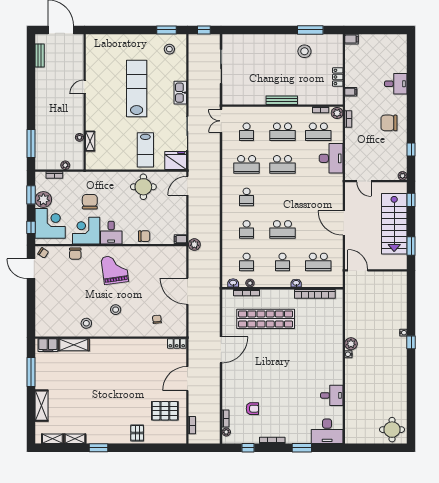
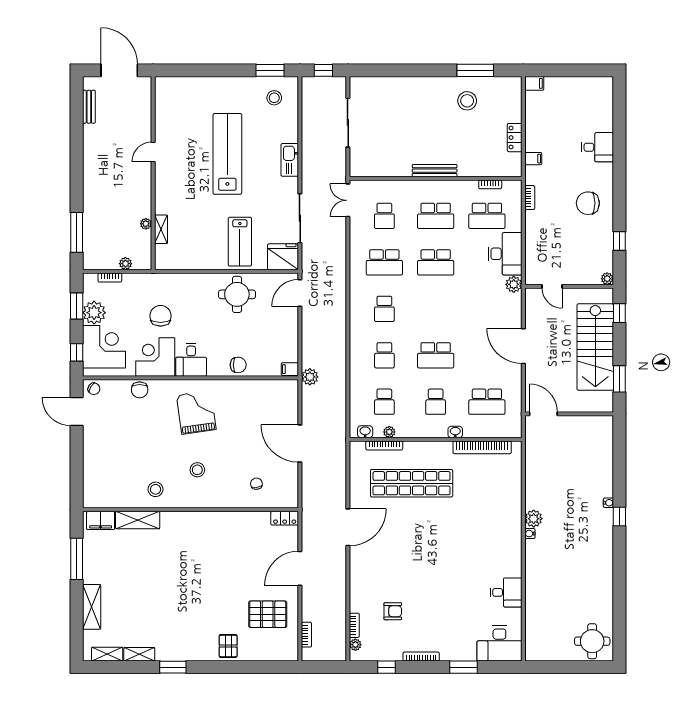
plant: (337, 113) -> (514, 284), moved

